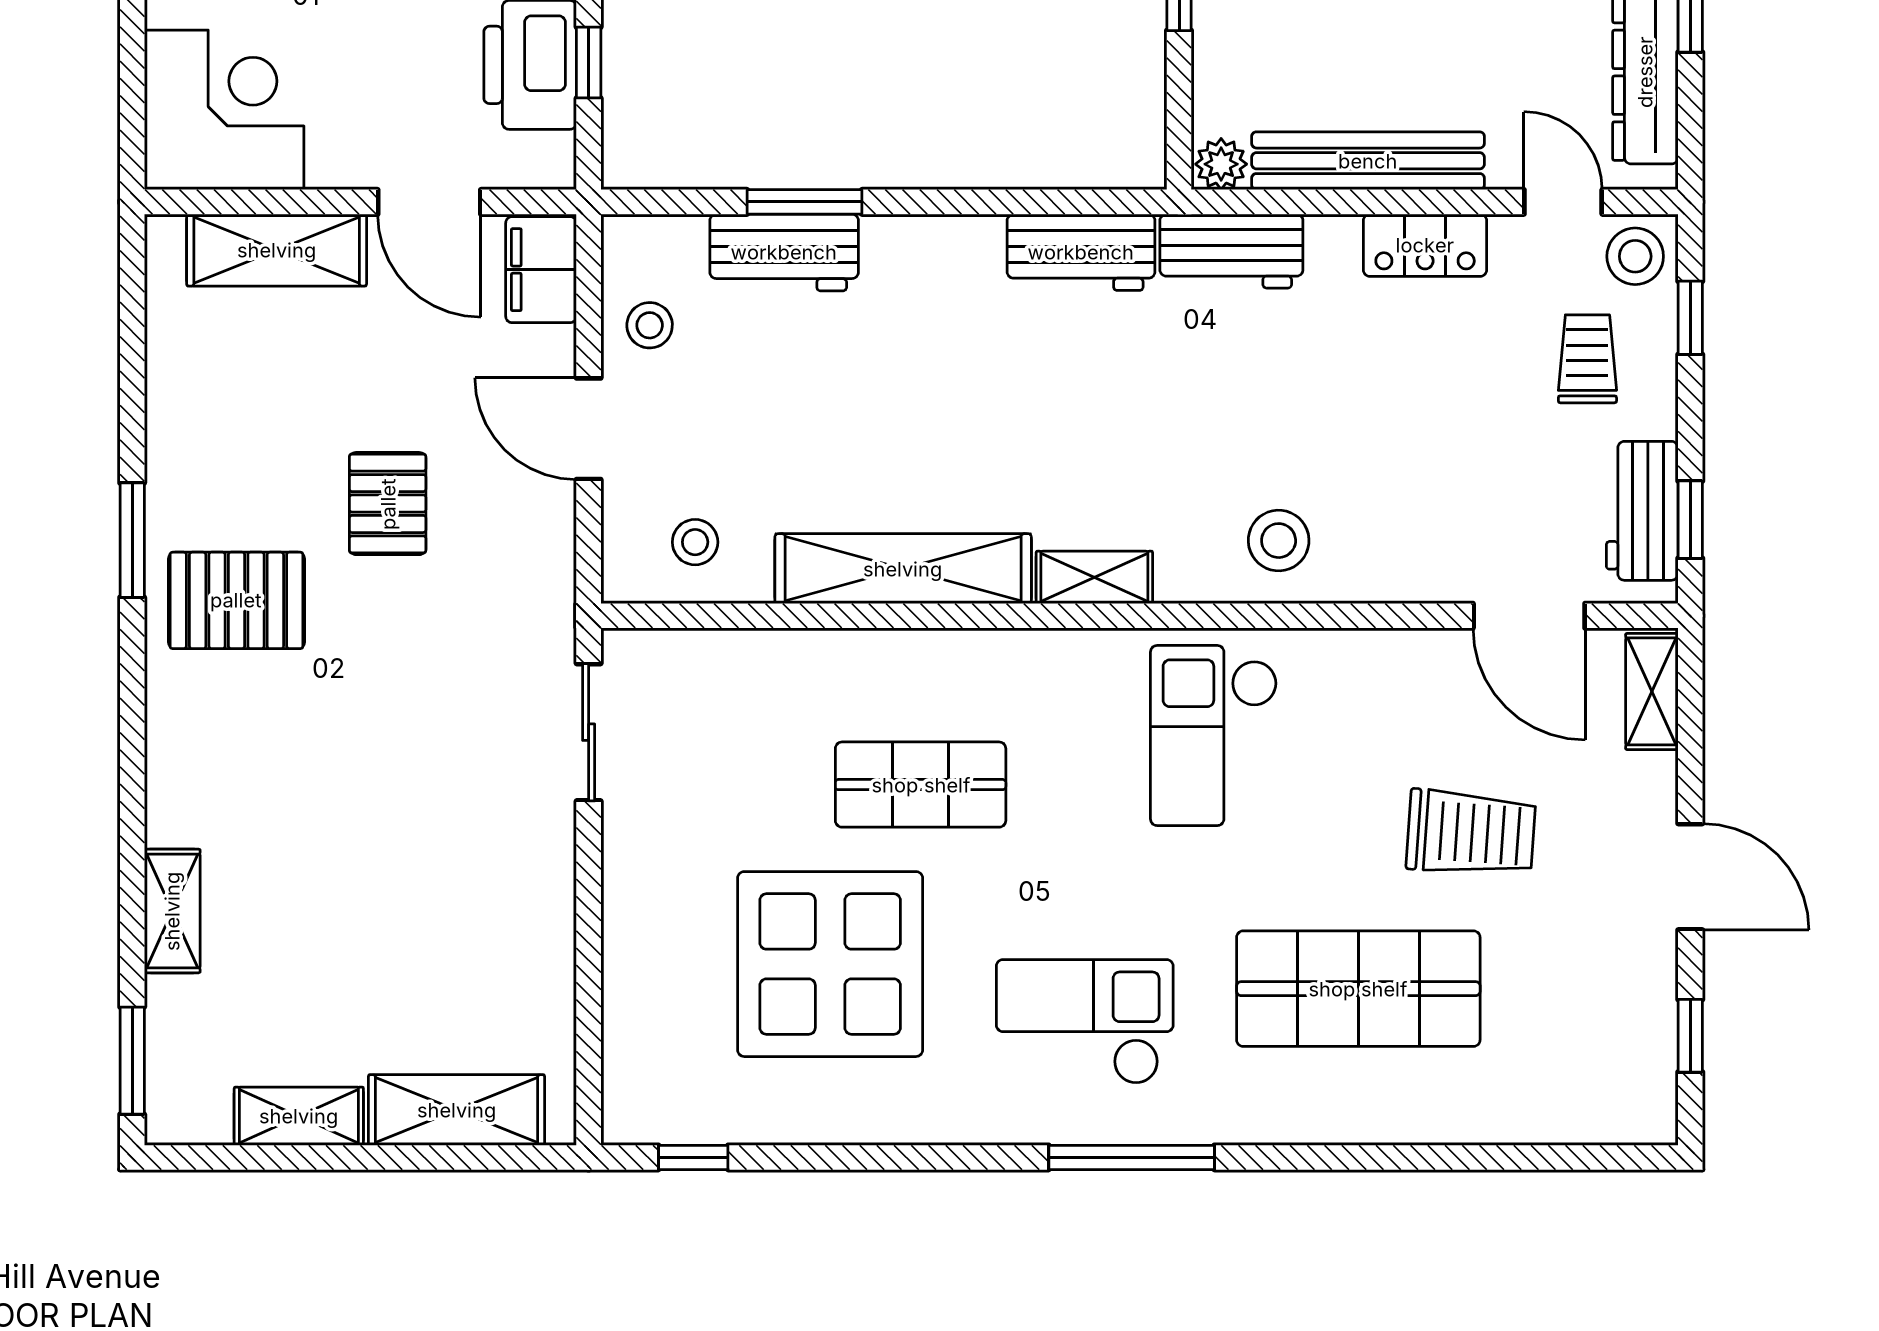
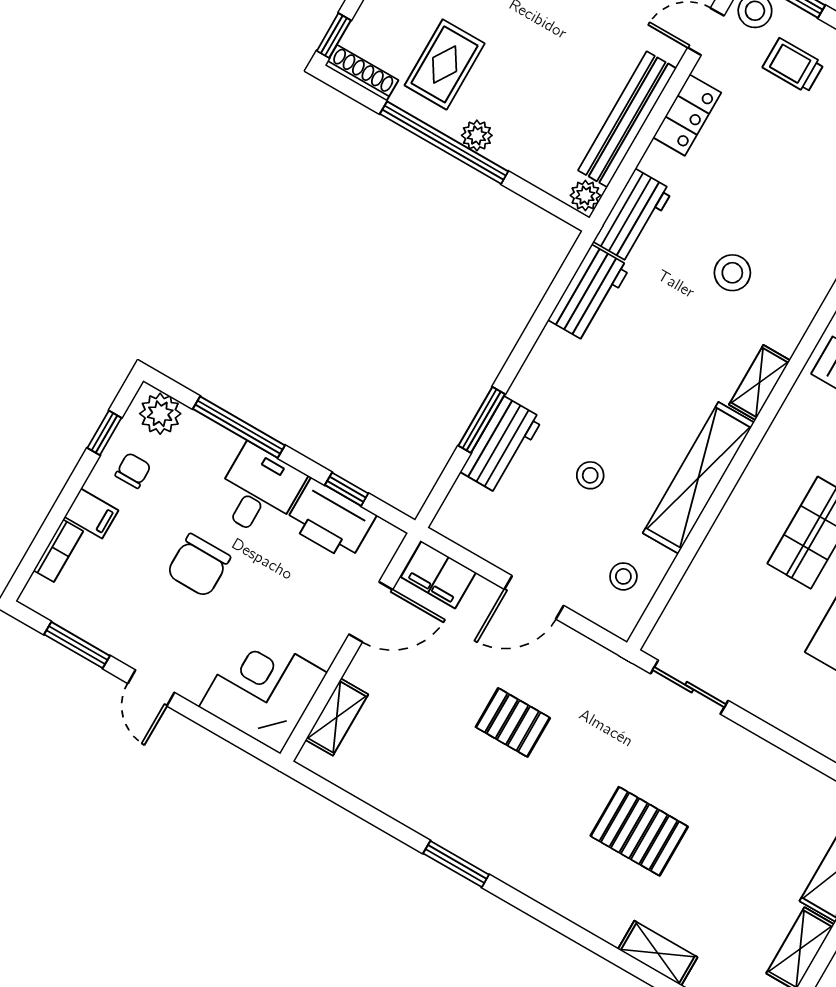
shelving: (277, 250) -> (337, 717), width x0.67, depth x0.75
stool: (650, 325) -> (590, 475), moved
stool: (1279, 541) -> (732, 273), moved
pallet: (236, 600) -> (639, 831), moved, turned 90

